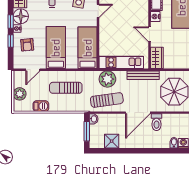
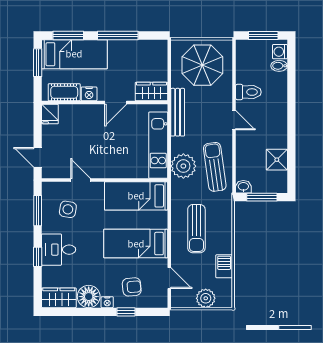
window: (11, 21) -> (96, 312), removed
door: (138, 113) -> (234, 120), width x0.53

